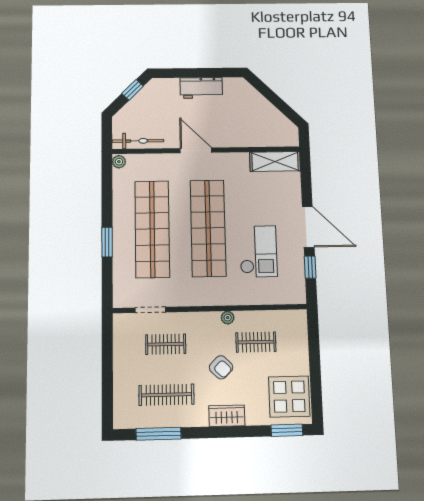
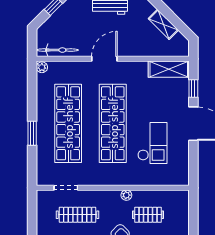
shelving: (266, 109) -> (163, 24), added
door: (196, 150) -> (104, 59), hinge flipped
window: (310, 267) -> (193, 88), moved
clothes rail: (166, 344) -> (78, 215), width x1.36

